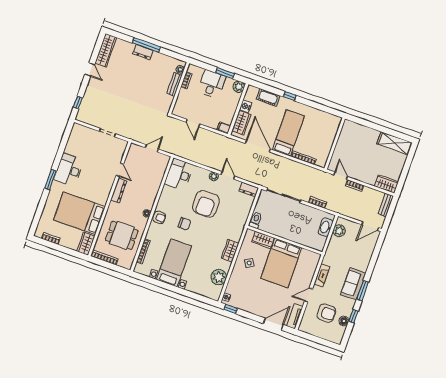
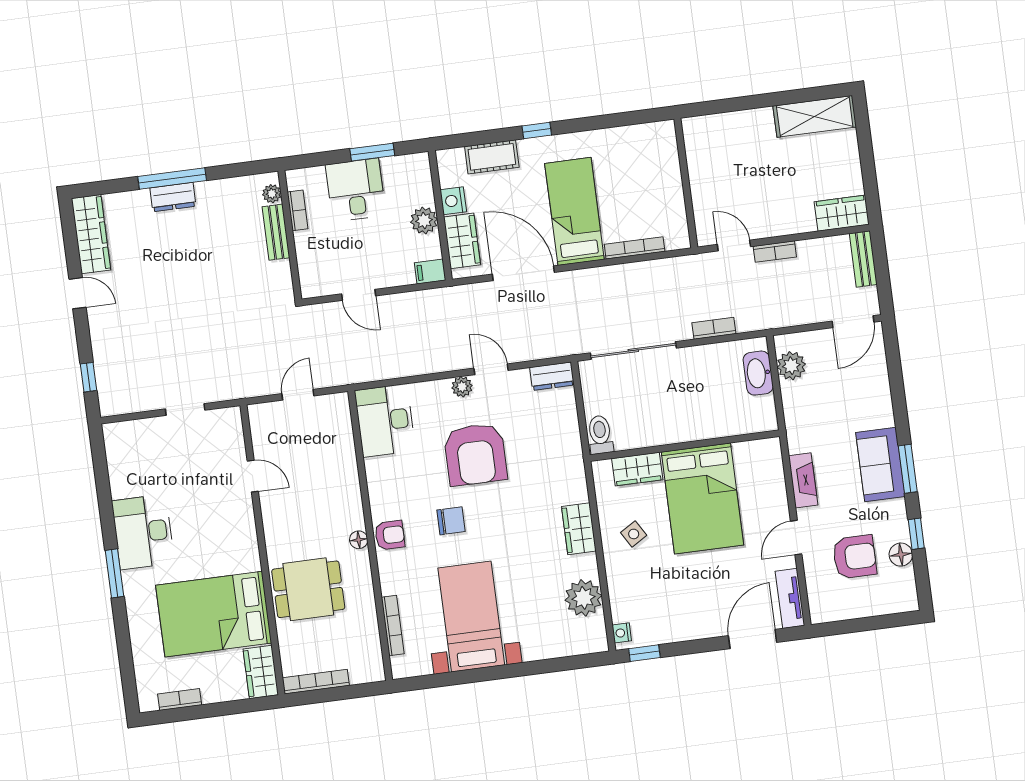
plant: (239, 87) -> (424, 221), moved
dresser: (119, 190) -> (273, 521), removed
dining table: (122, 235) -> (308, 589), moved

